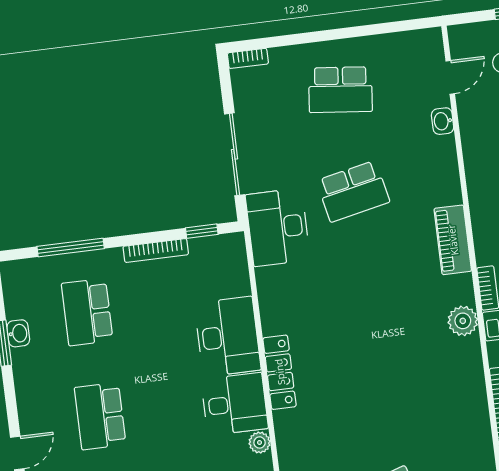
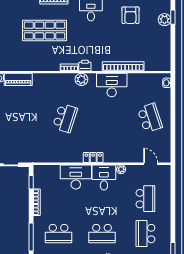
school desk: (353, 191) -> (65, 118), moved, turned 30
desk: (278, 227) -> (112, 85), moved, turned 180
piano: (453, 240) -> (18, 79), moved
locker: (280, 372) -> (93, 157), width x0.66

